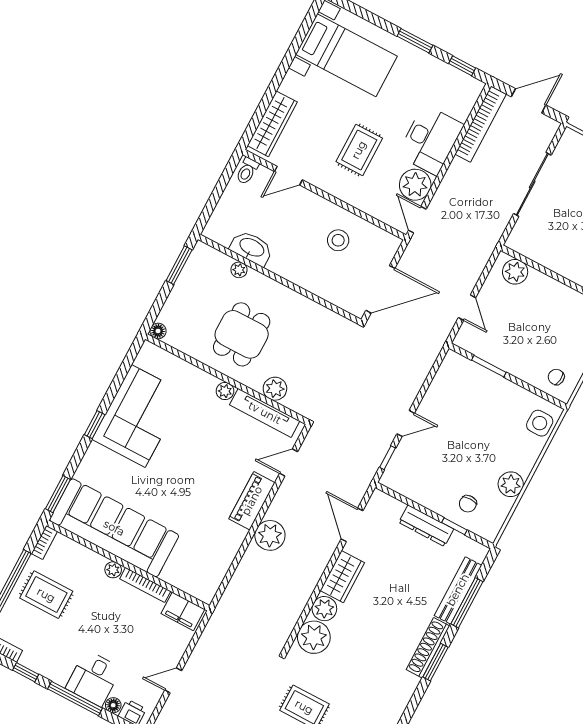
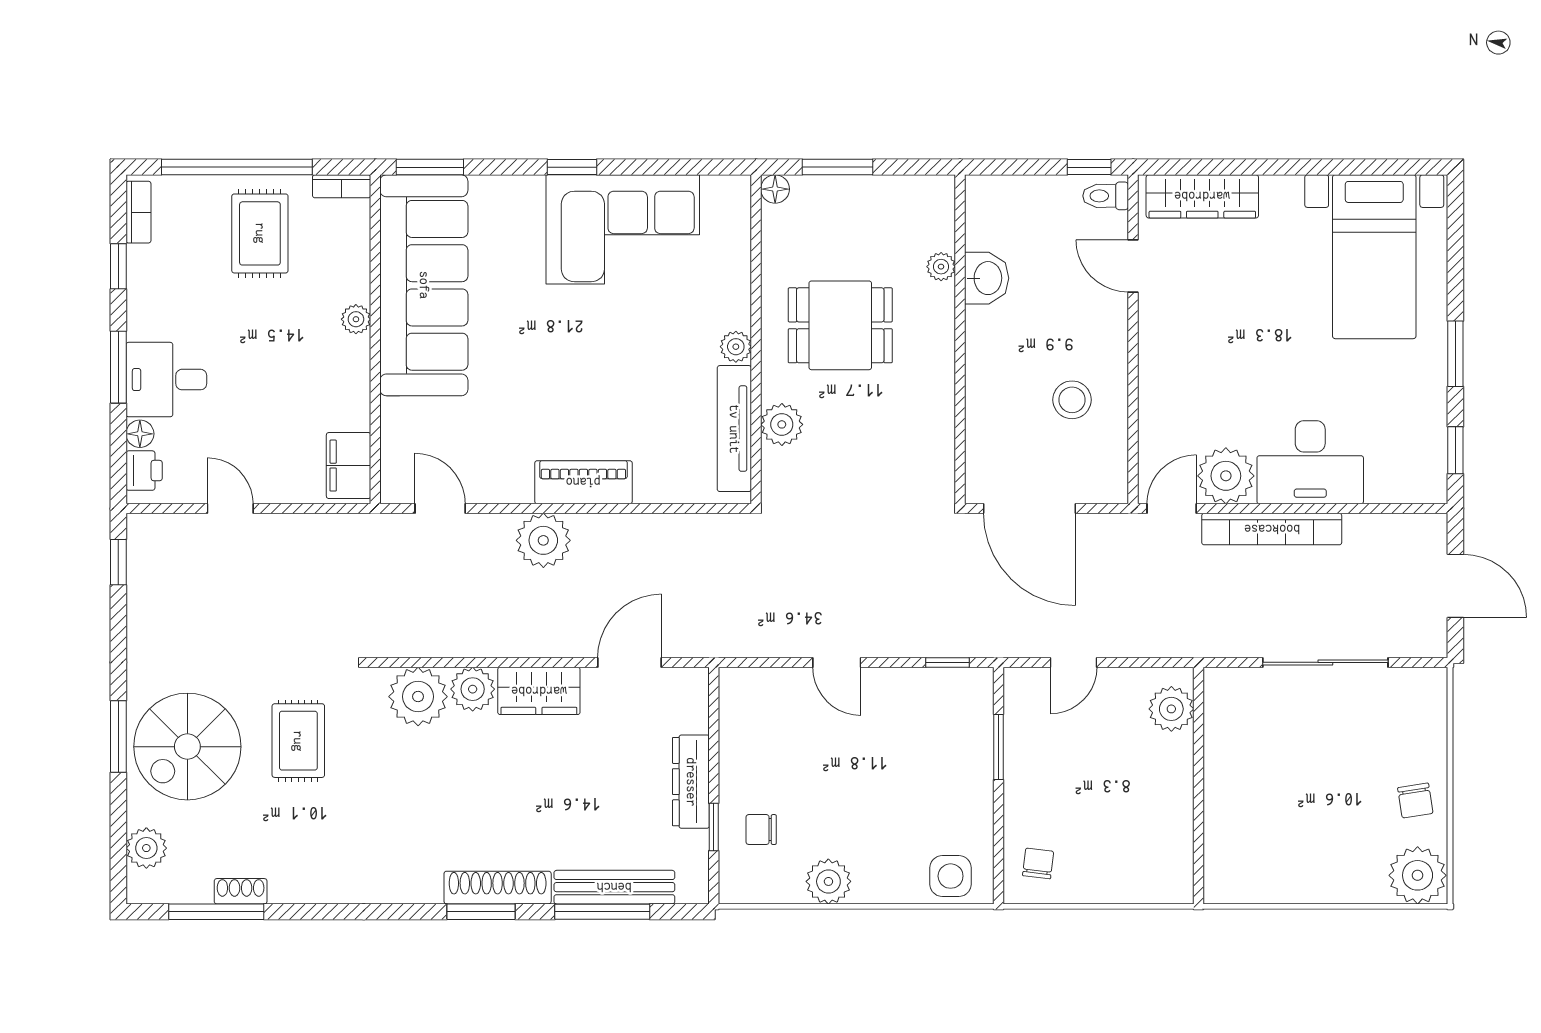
bookcase: (481, 124) -> (1272, 529), moved
rug: (359, 150) -> (1234, 357), removed
window: (229, 172) -> (1089, 167), added
washbasin: (252, 248) -> (987, 278), width x0.72
window: (179, 265) -> (838, 167), moved
window: (388, 458) -> (948, 662), moved
door: (289, 463) -> (440, 509), moved
bookcase: (145, 585) -> (359, 383), removed
window: (75, 698) -> (118, 367), width x0.69

